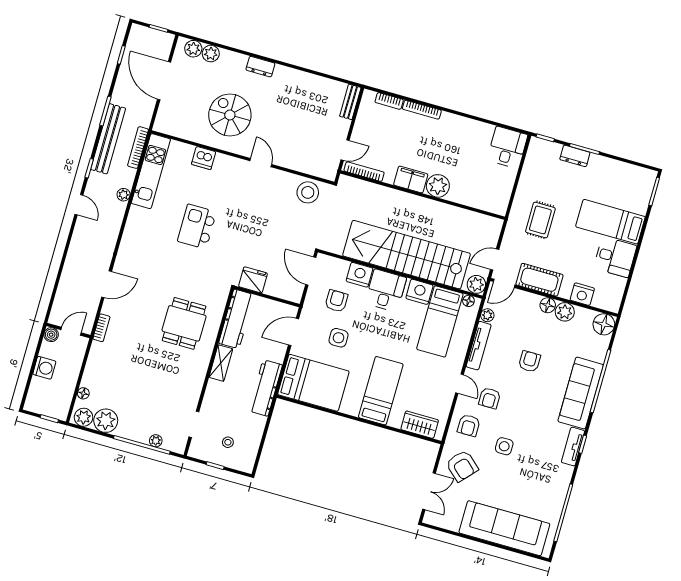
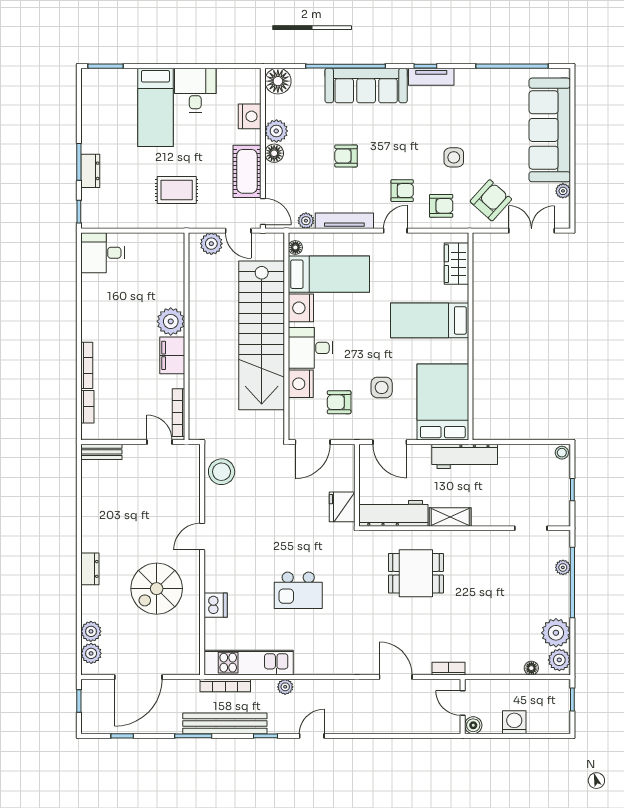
plant: (476, 284) -> (211, 244), moved
stool: (228, 442) -> (562, 453), moved
plant: (453, 525) -> (563, 191), added

